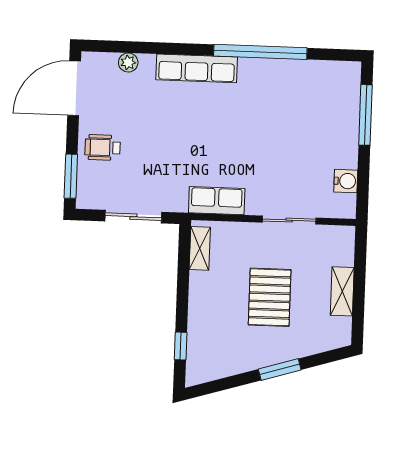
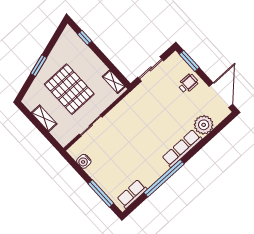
plant: (128, 63) -> (204, 125), width x1.87, depth x1.87
row of seats: (217, 201) -> (132, 194), moved, turned 180
pallet: (270, 297) -> (69, 89), width x1.37, depth x1.41

